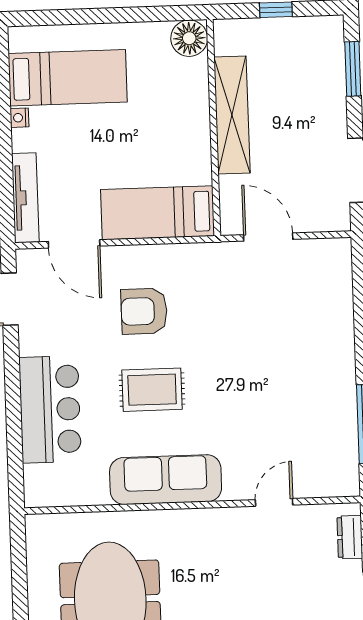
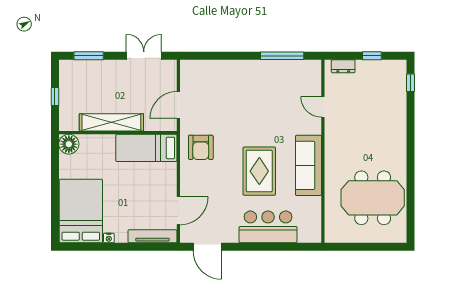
bed: (68, 78) -> (81, 211), width x1.50
bed: (157, 213) -> (146, 148), moved, turned 90
armchair: (144, 311) -> (201, 147), moved
rug: (152, 390) -> (259, 171), width x1.36, depth x1.43

